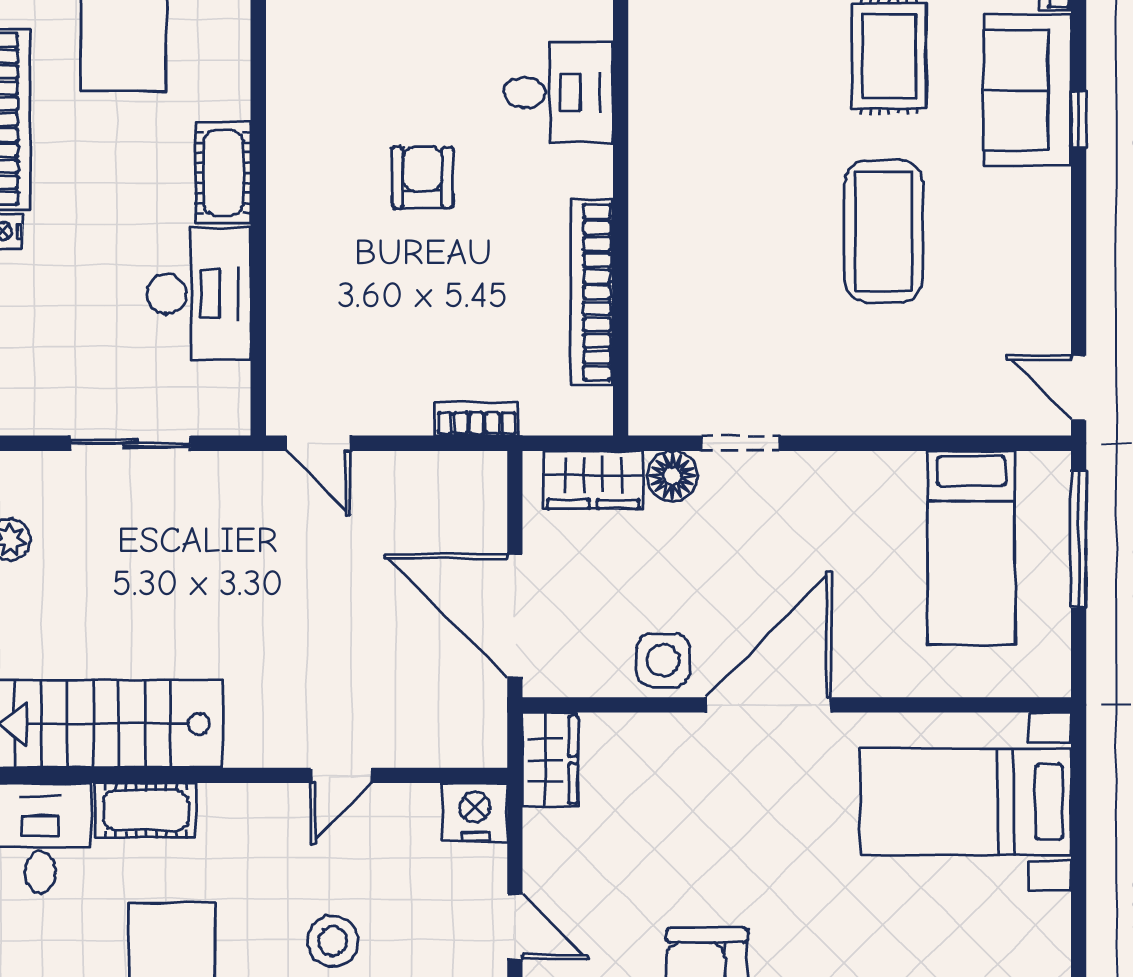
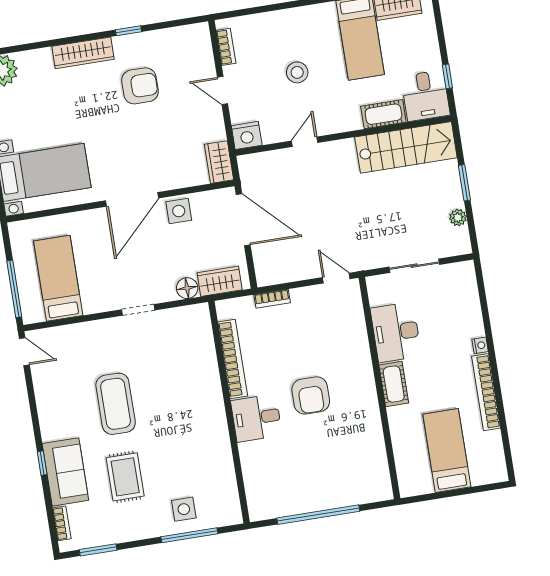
desk: (559, 92) -> (256, 418), moved
armchair: (423, 177) -> (311, 395), width x1.38, depth x1.38
doorway: (741, 443) -> (138, 310), moved

